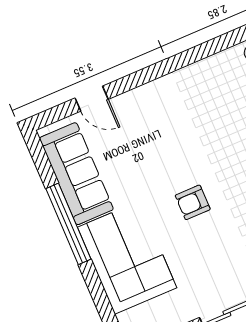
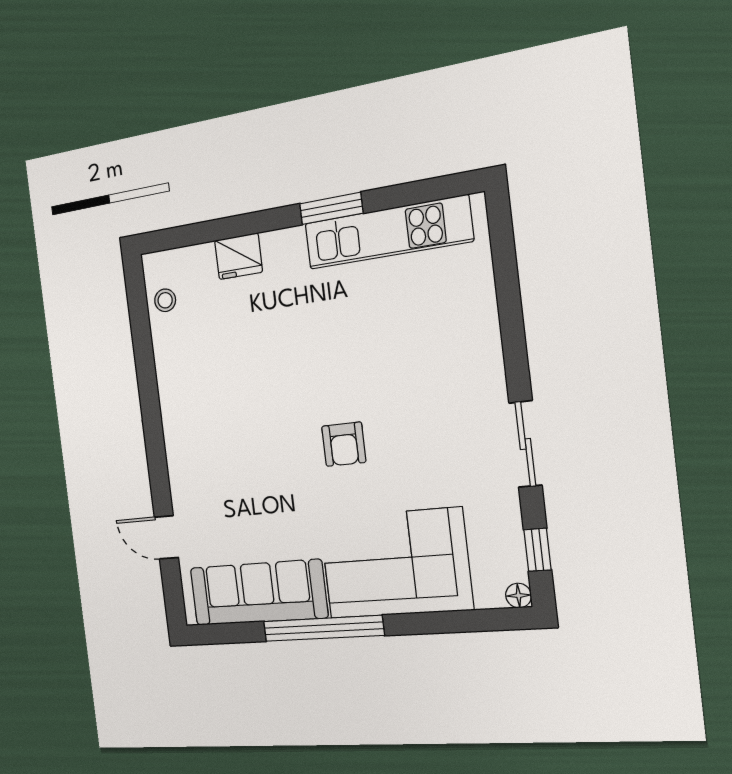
door: (92, 99) -> (166, 537), swing flipped

